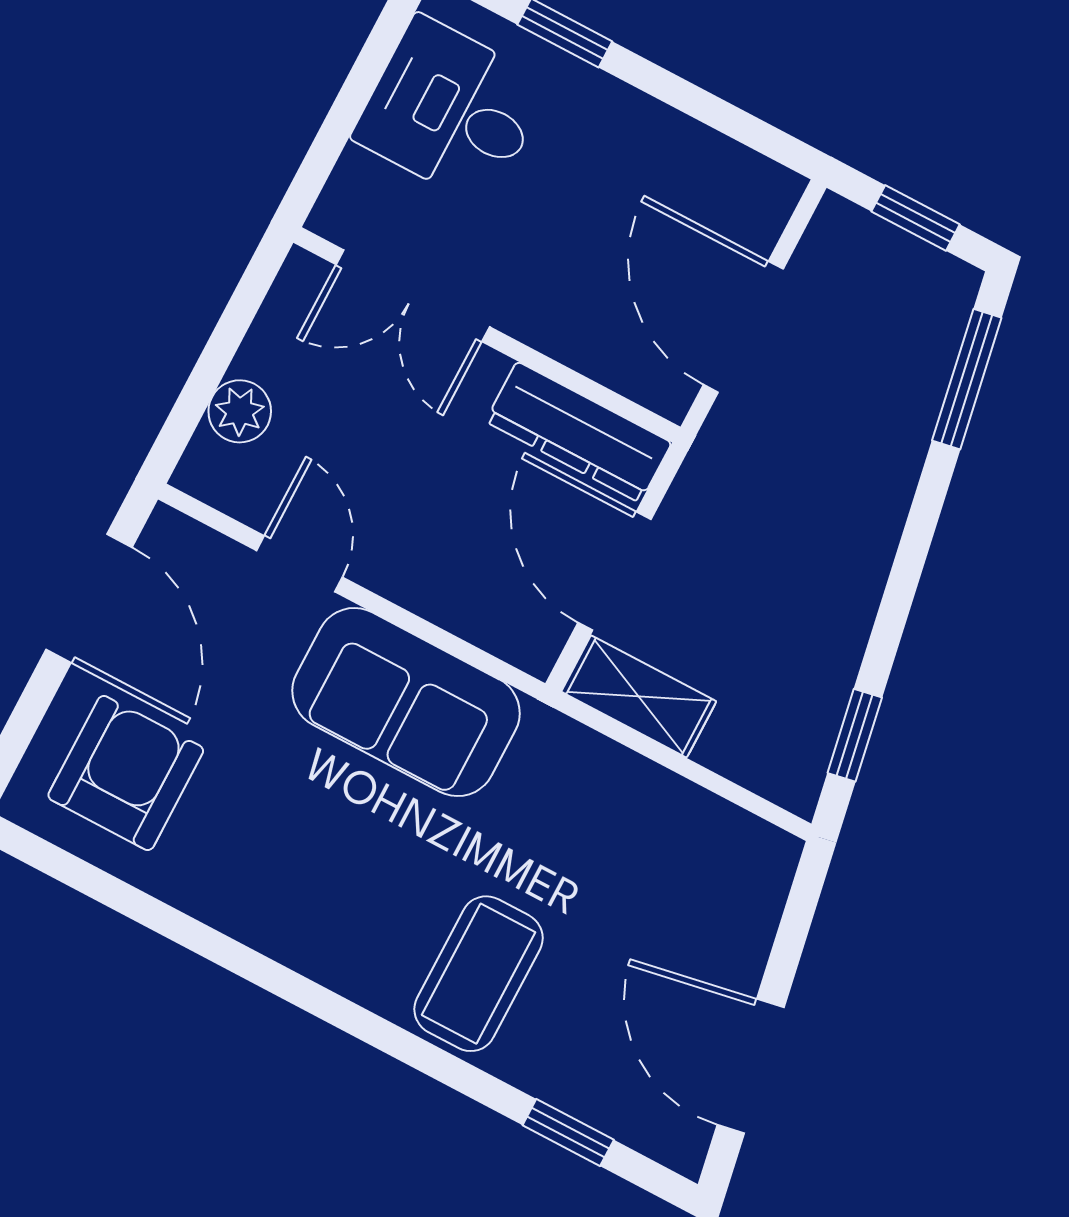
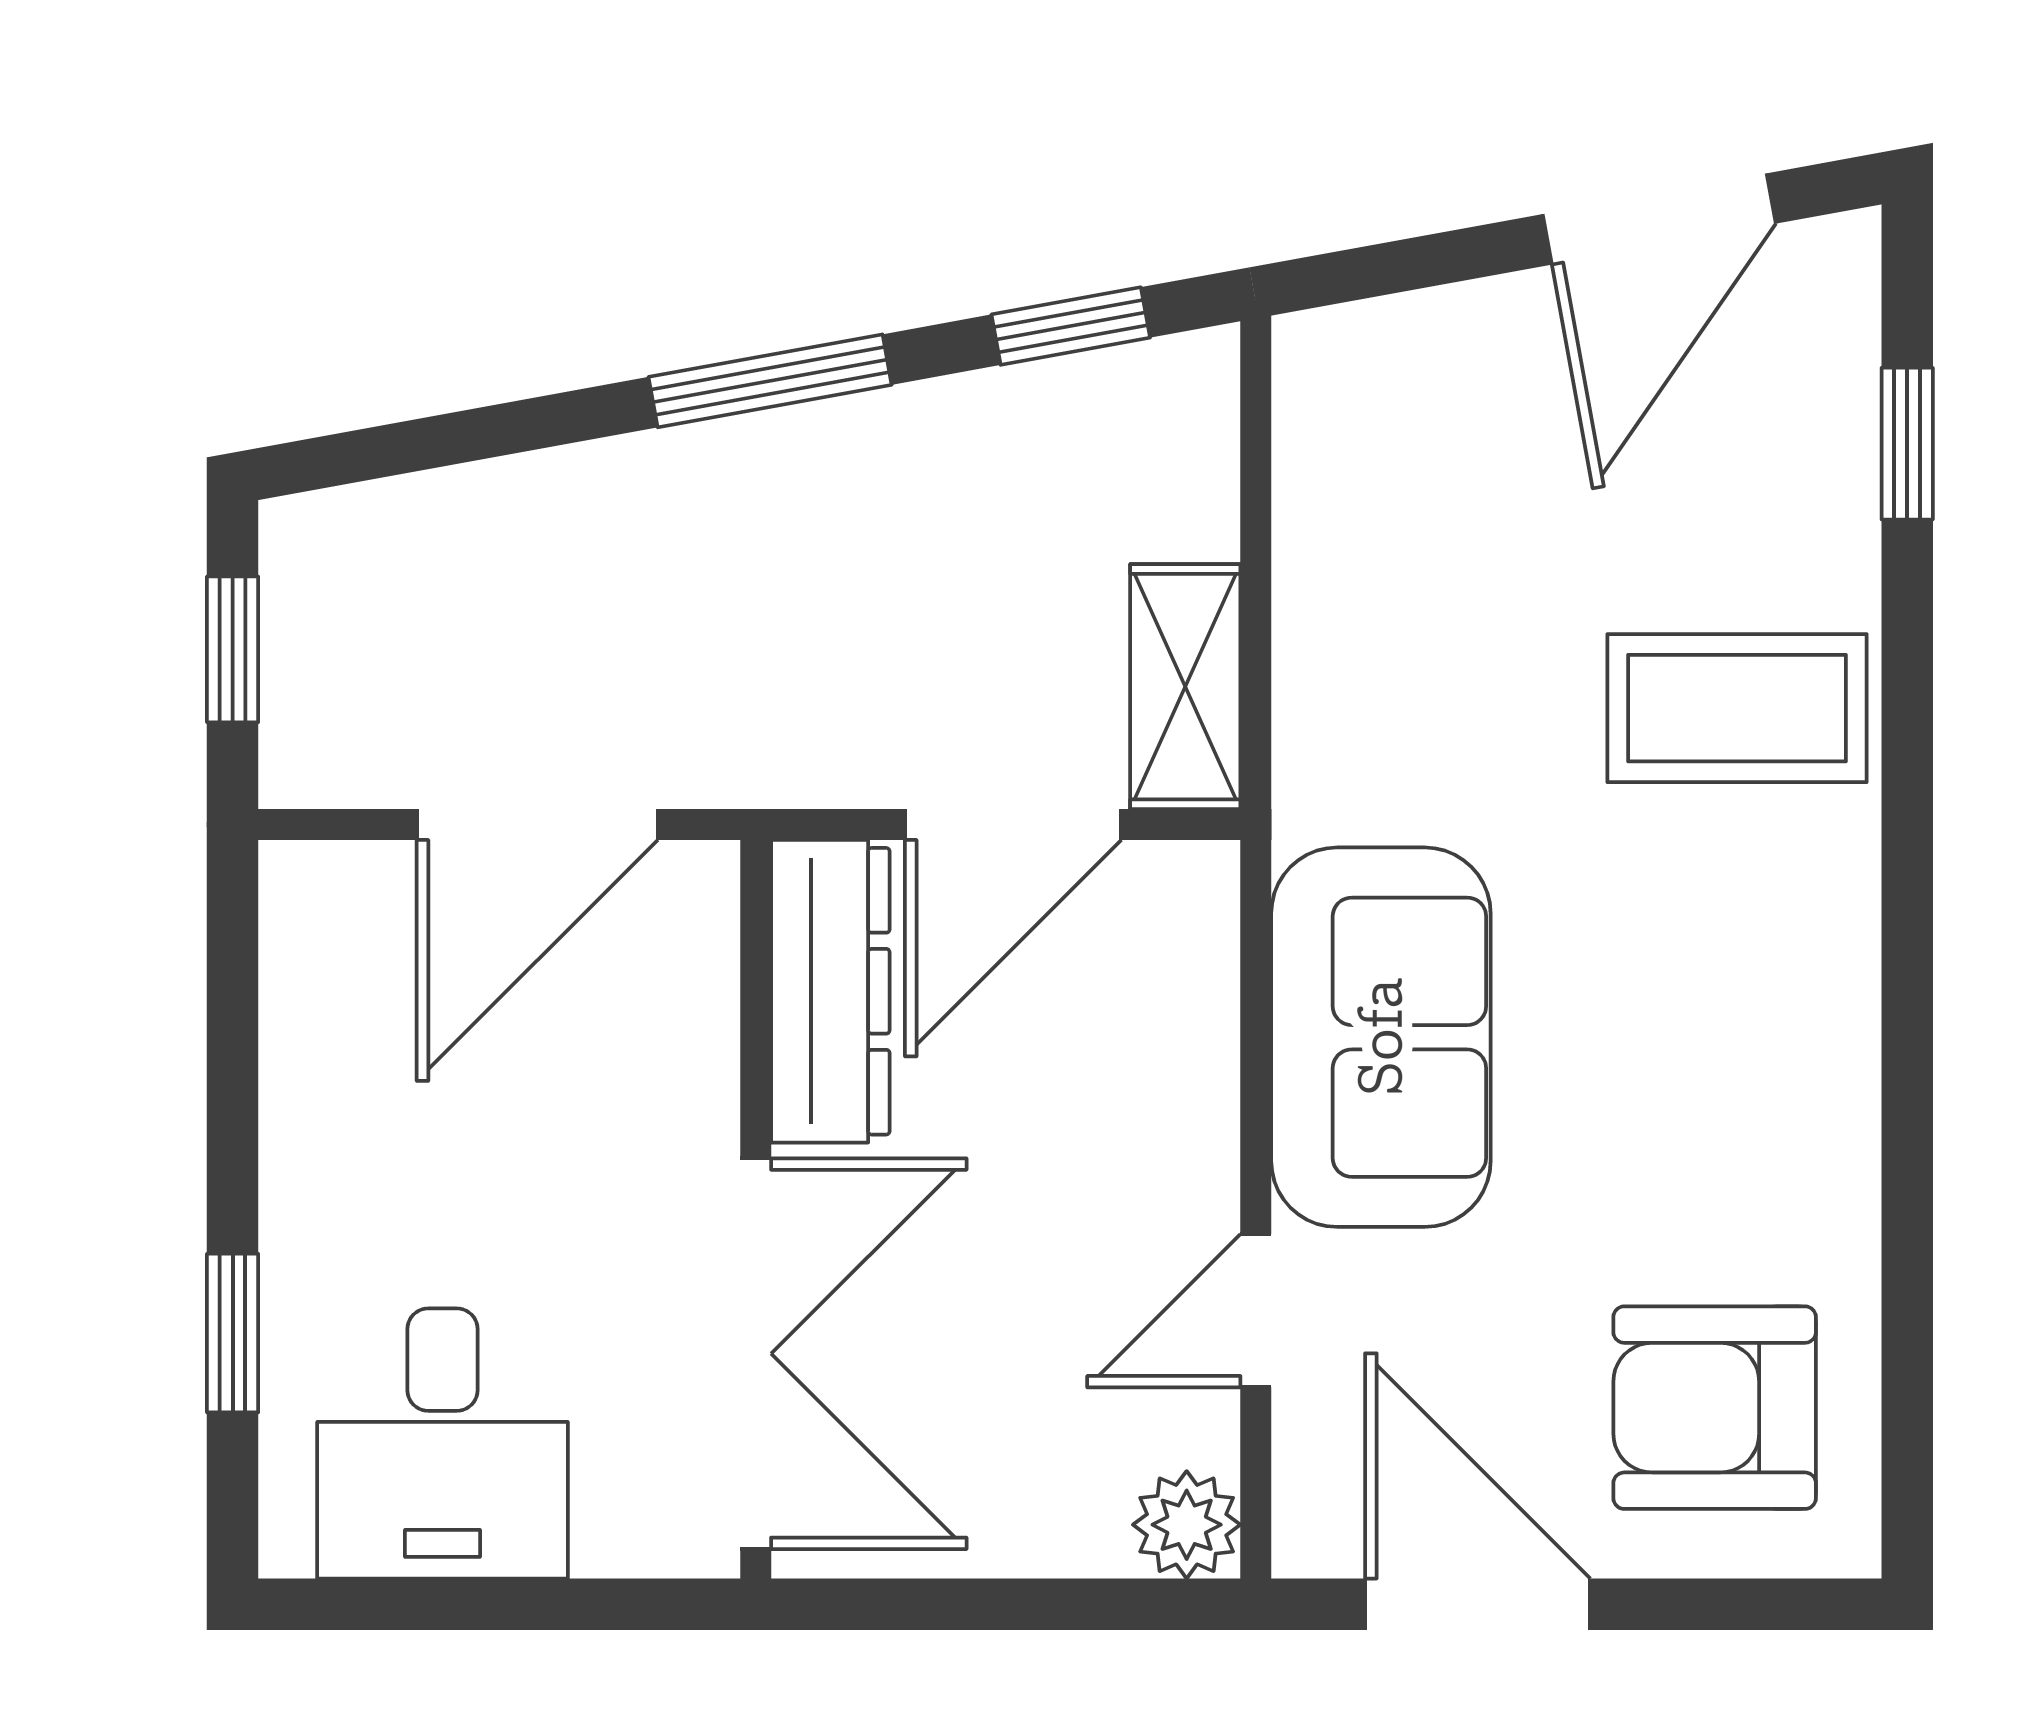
double door: (413, 296) -> (756, 1354), width x1.37
window: (967, 379) -> (770, 381), moved
plant: (240, 411) -> (1187, 1525), moved
door: (89, 598) -> (1478, 1604), hinge flipped

